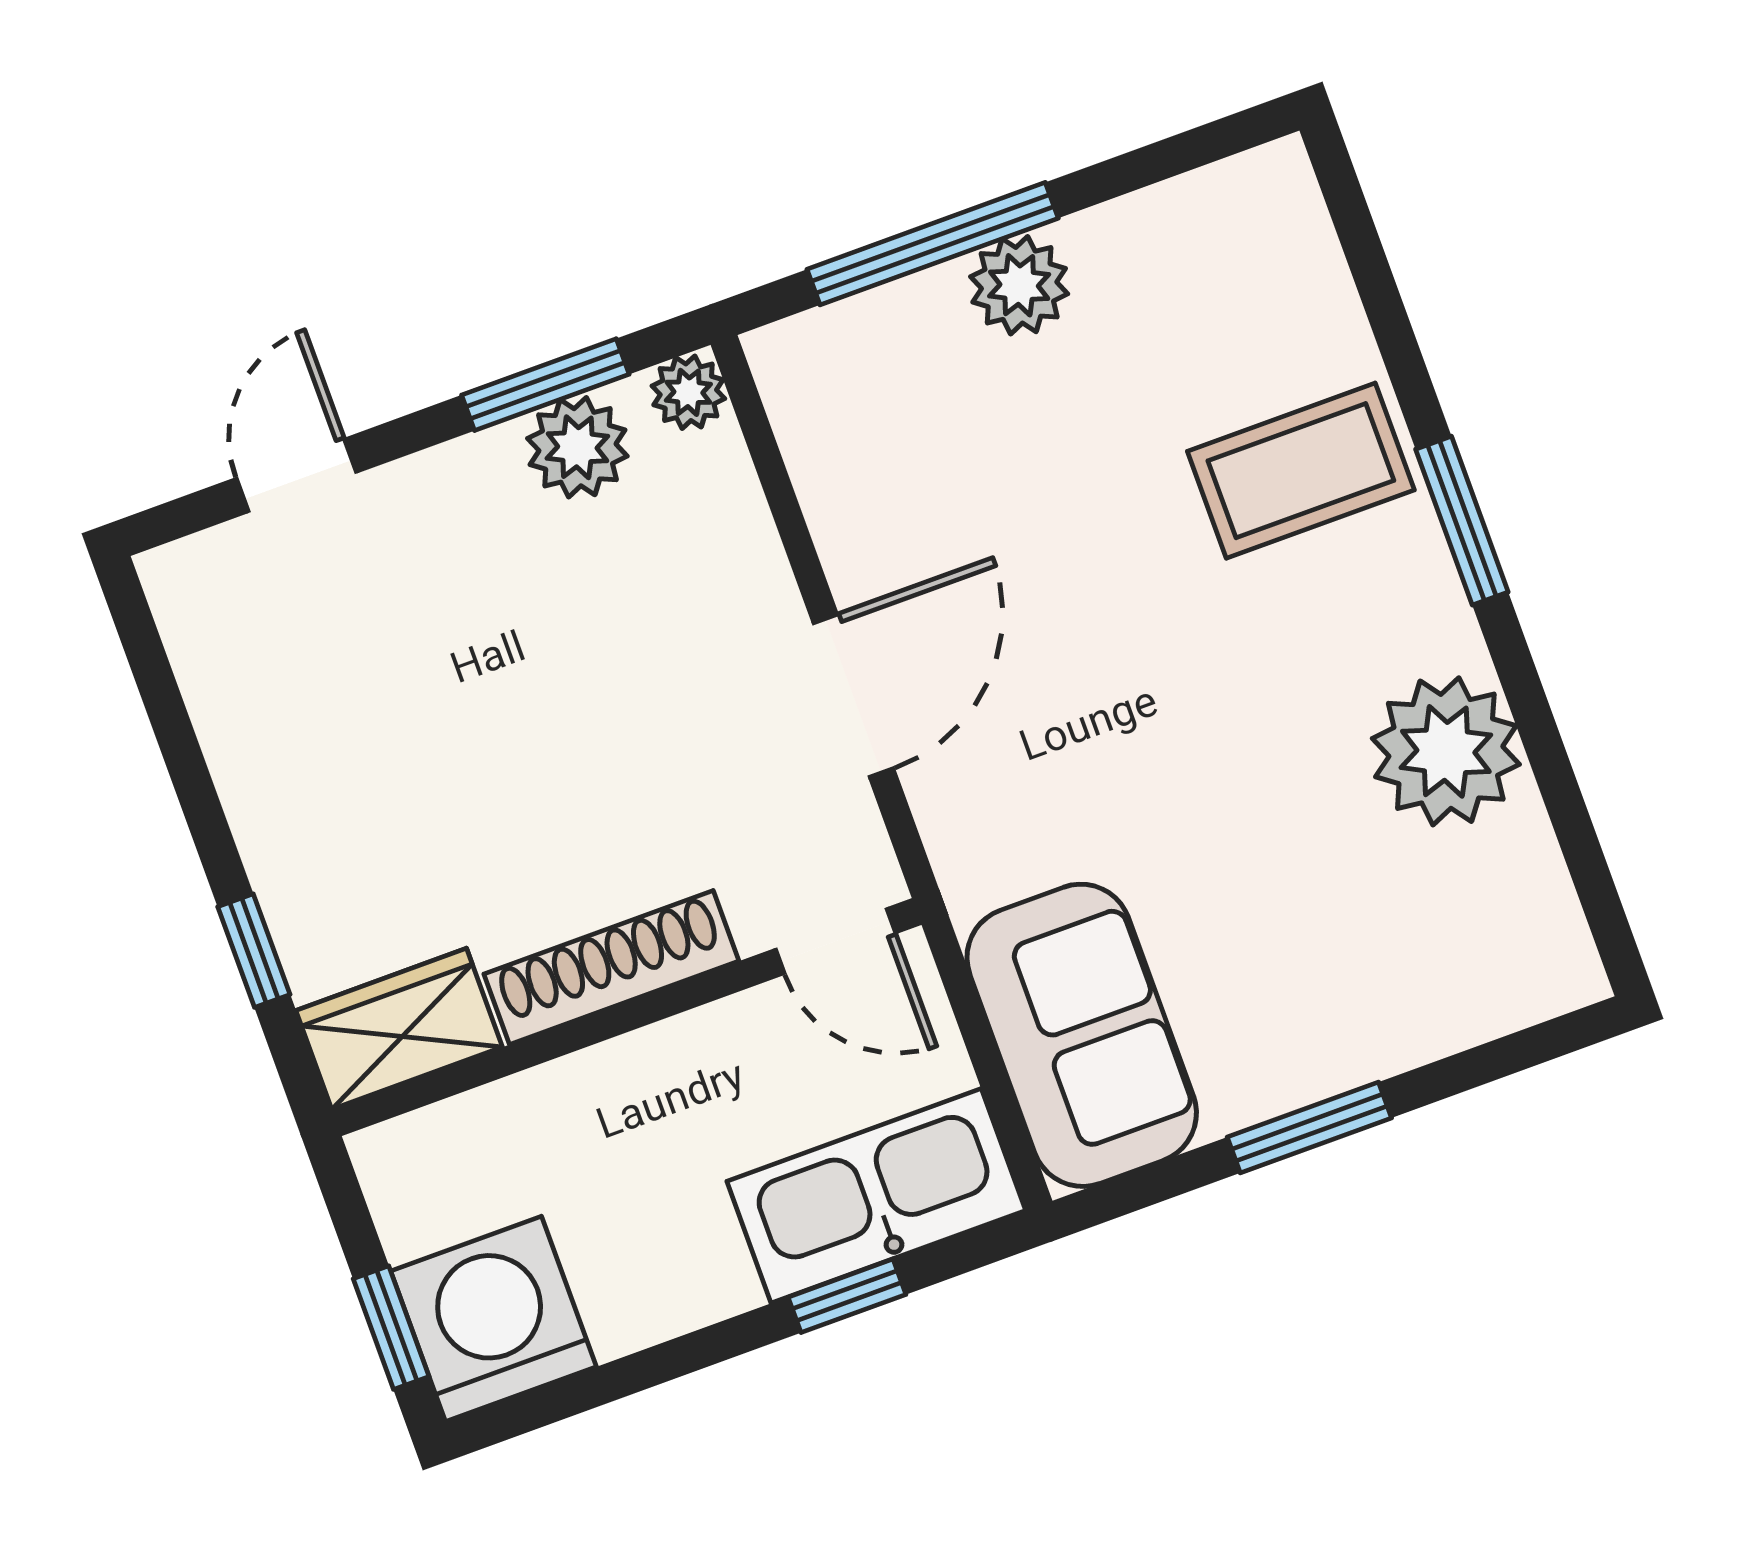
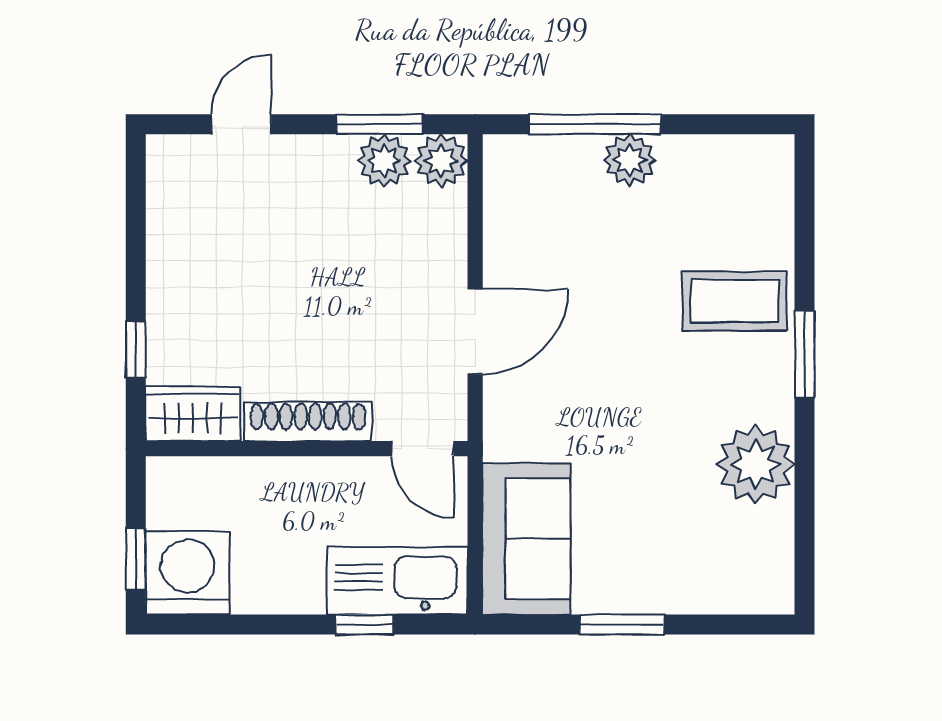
plant: (688, 392) -> (441, 161), width x1.38, depth x1.38

